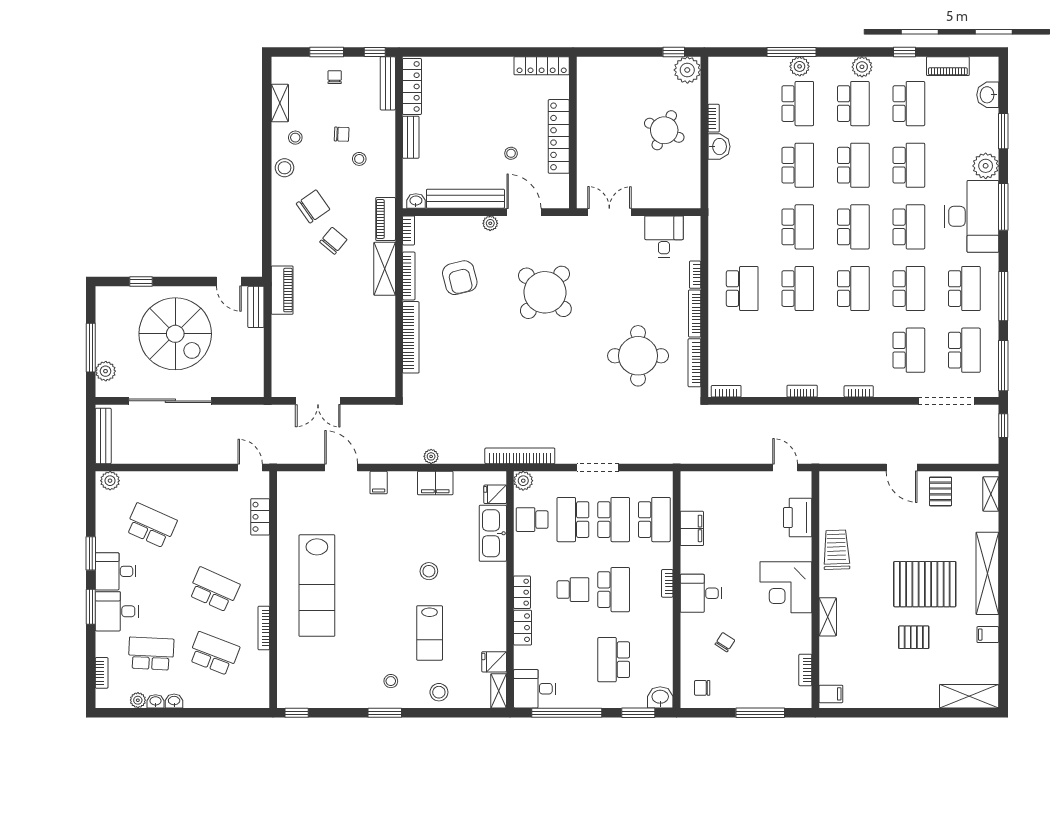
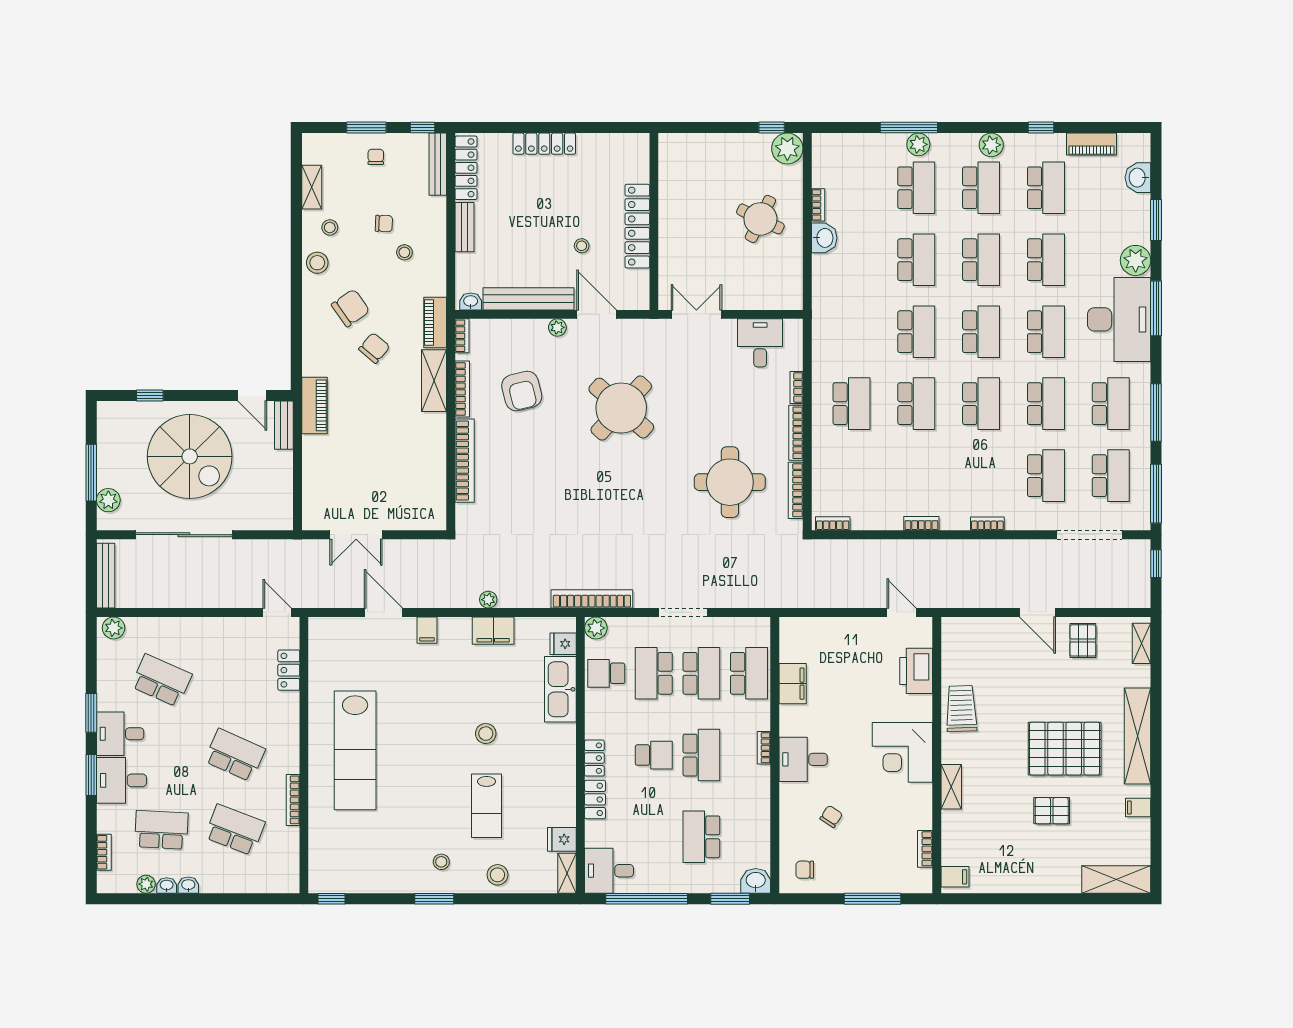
locker: (542, 66) -> (544, 144), moved

